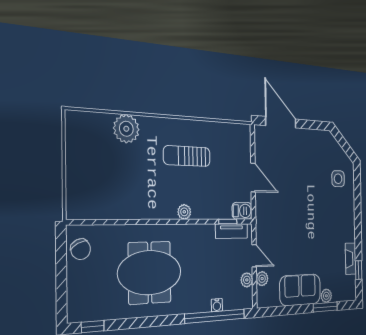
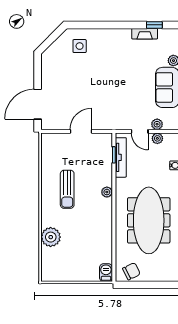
barbecue: (242, 211) -> (106, 273), moved
tv unit: (232, 231) -> (121, 157), width x1.41
door: (254, 256) -> (140, 131), swing flipped
meeting table: (150, 273) -> (149, 220), width x1.36

